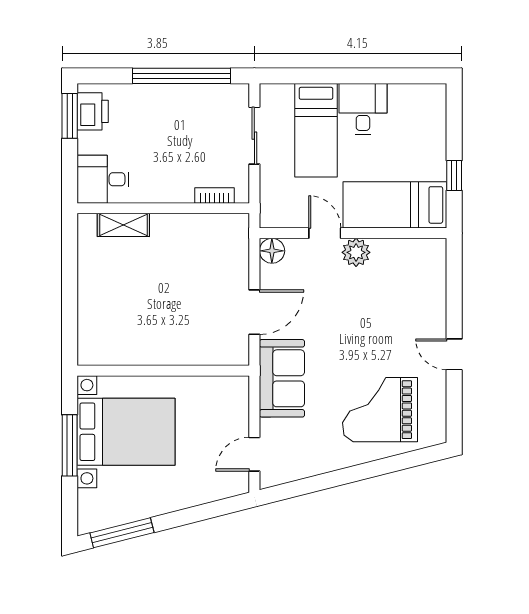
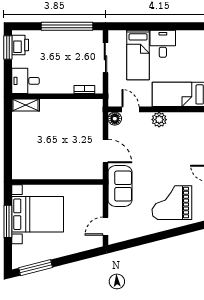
shelving: (123, 225) -> (26, 105), moved
door: (325, 233) -> (130, 109), moved
door: (254, 312) -> (105, 151), hinge flipped

